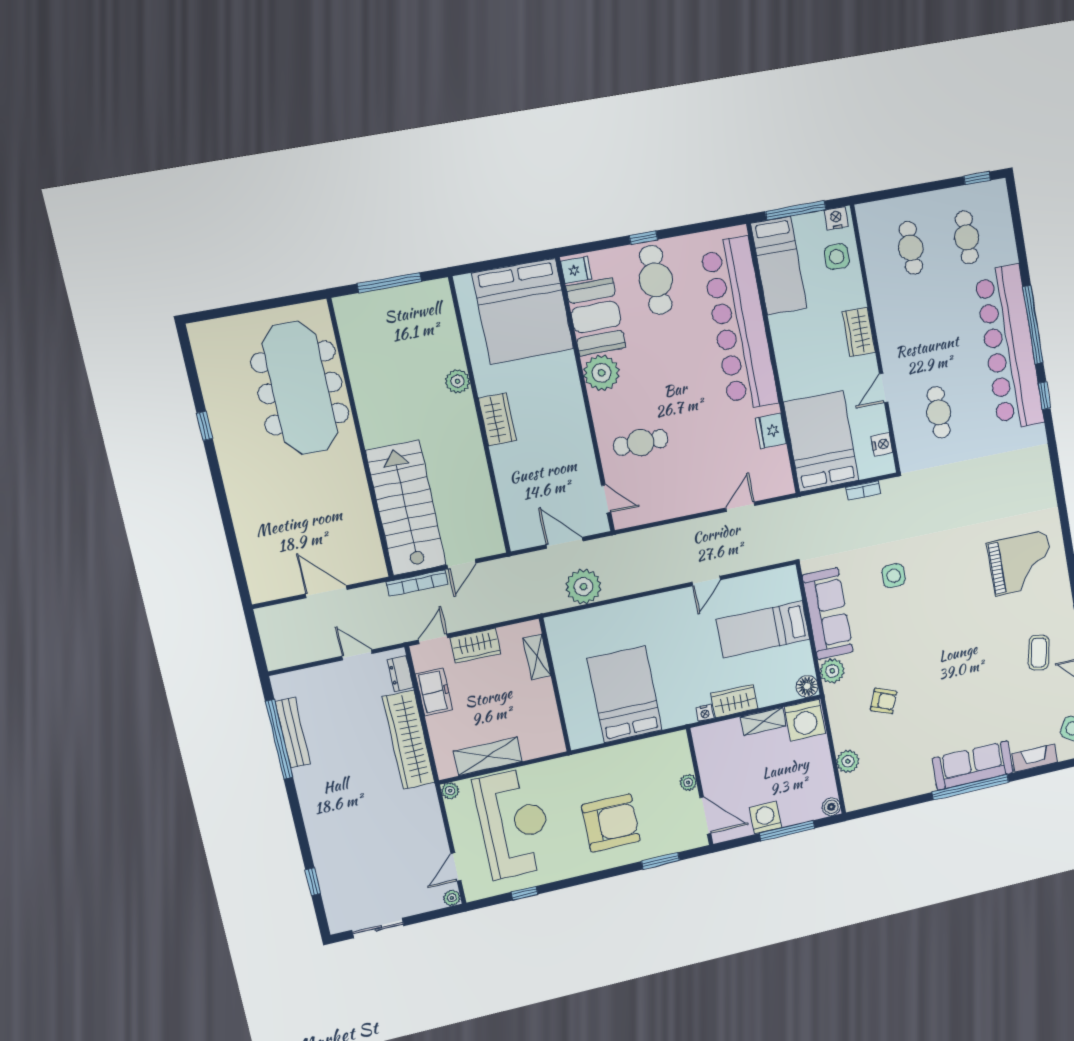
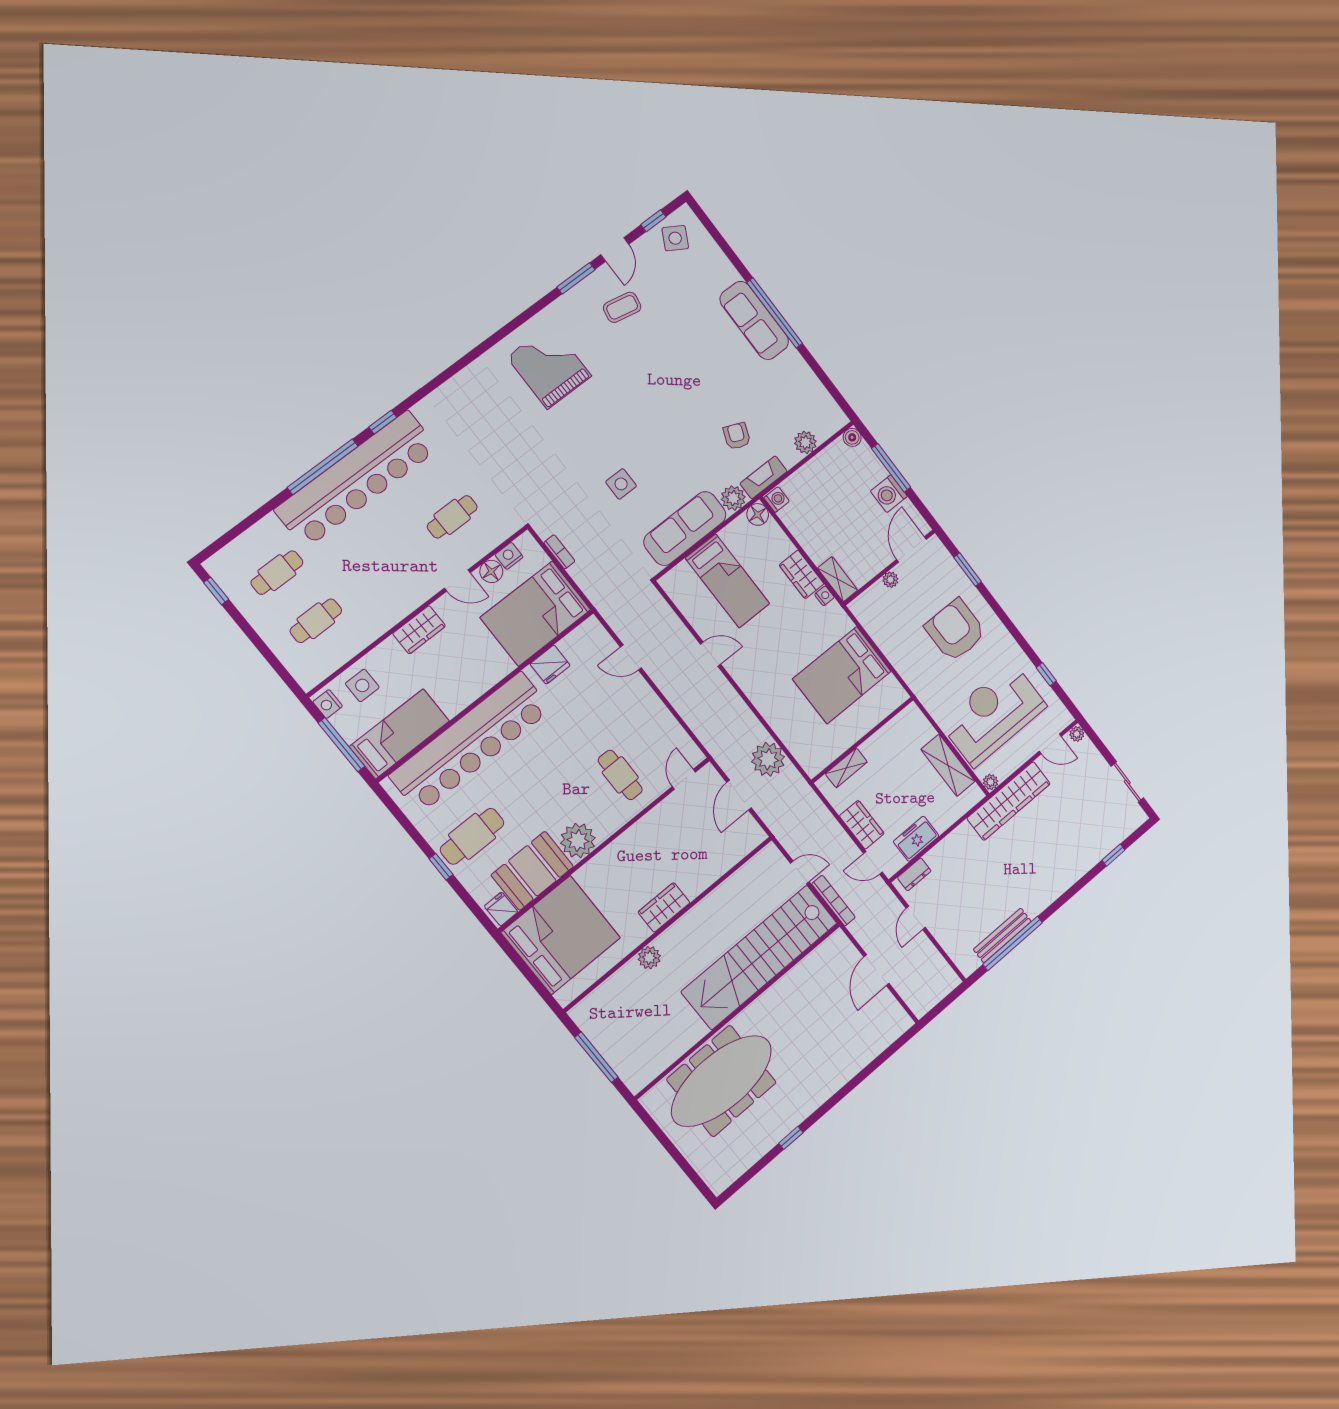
floor lamp: (876, 422) -> (491, 571), added
stairs: (406, 508) -> (759, 957), width x1.36
washing machine: (805, 720) -> (777, 500), width x0.53, depth x0.53
shelving: (763, 721) -> (838, 579), moved
wardrobe: (409, 740) -> (1009, 801), moved
fireplace: (1035, 758) -> (764, 477), moved, turned 90

